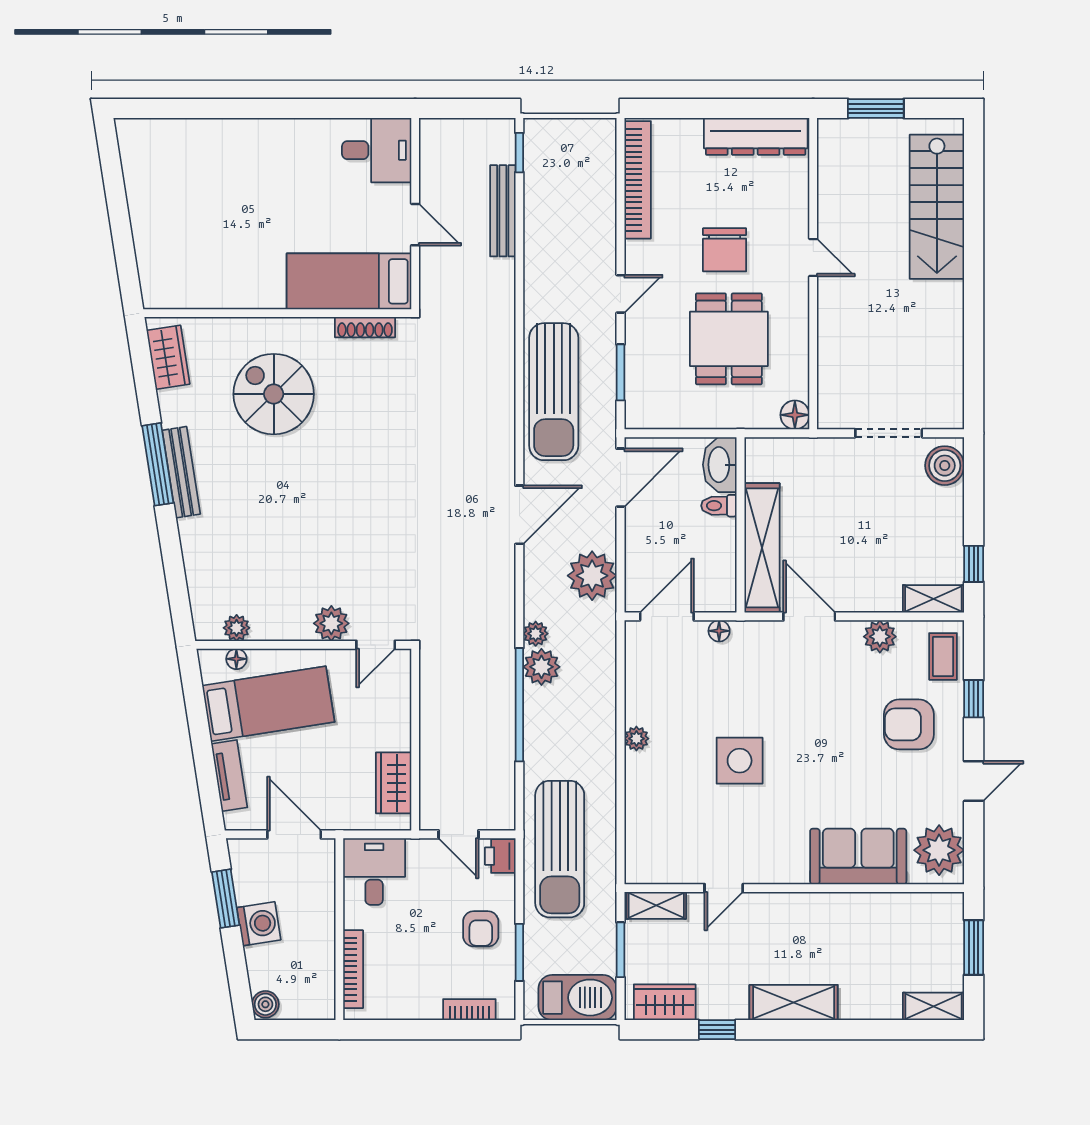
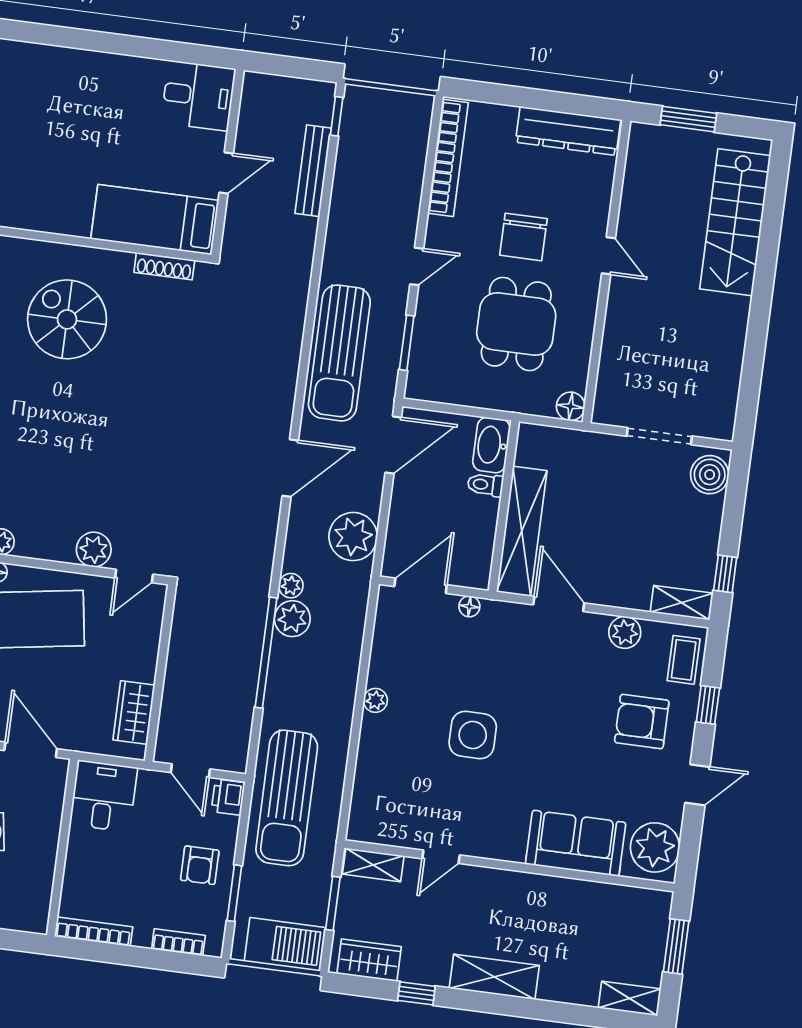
door: (415, 225) -> (226, 173), hinge flipped
bookcase: (353, 969) -> (94, 932), moved, turned -90

